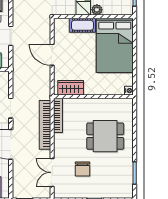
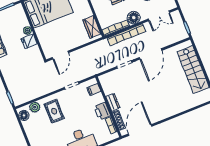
cot: (82, 25) -> (43, 36), removed
door: (52, 55) -> (60, 55), moved
floor lamp: (62, 142) -> (134, 18), added

